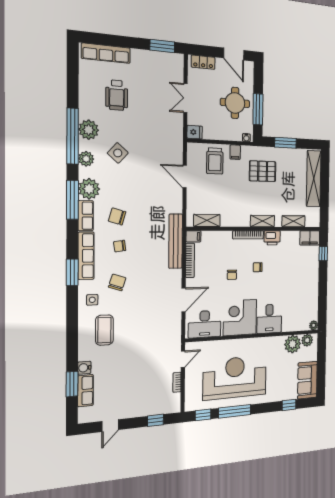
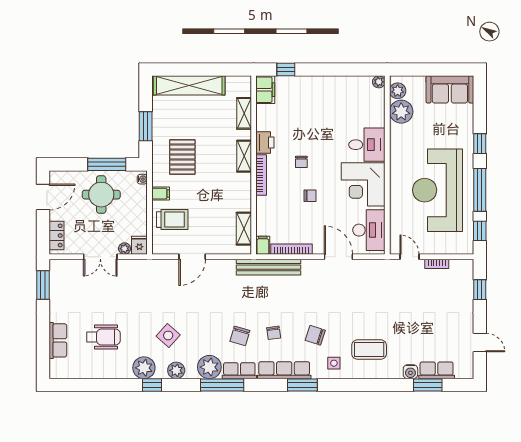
row of seats: (106, 53) -> (58, 340), width x0.68
plant: (192, 119) -> (125, 249), added
window: (73, 136) -> (152, 385), width x0.32
window: (289, 405) -> (480, 144), moved

